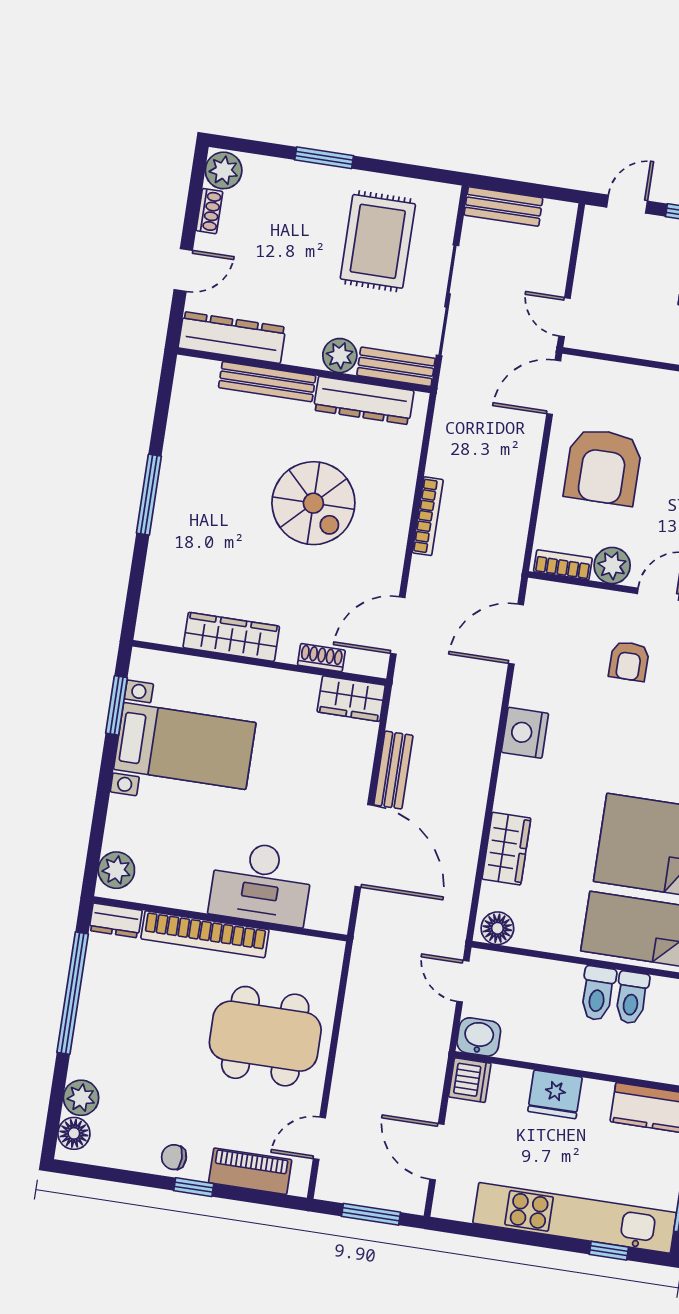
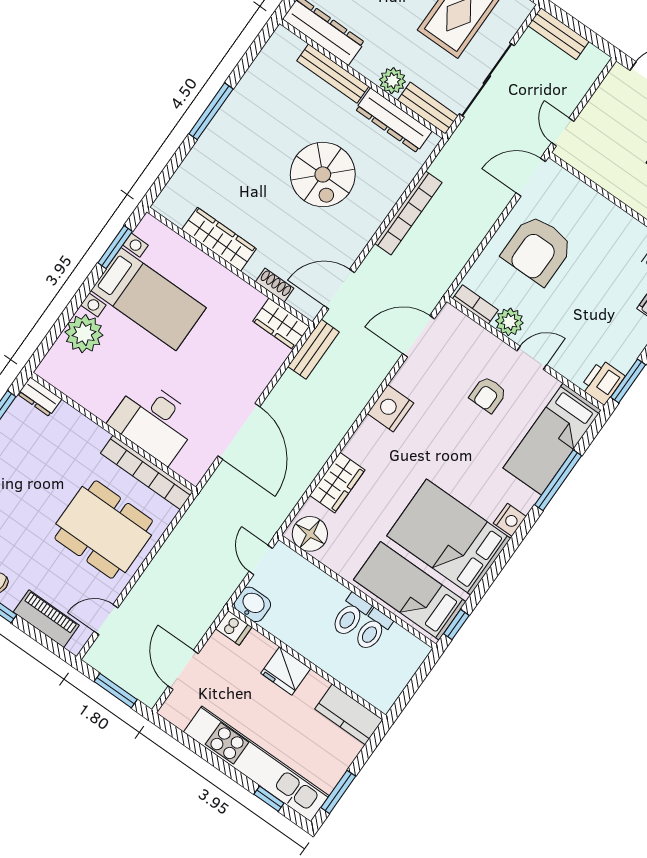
bookcase: (428, 516) -> (408, 213), width x1.48, depth x1.31
bench: (393, 770) -> (313, 349), moved
plant: (116, 870) -> (84, 334), moved, width x1.36, depth x1.36
floor lamp: (497, 928) -> (310, 534), width x1.38, depth x1.38
bookcase: (205, 934) -> (147, 473), moved
dishwasher: (470, 1080) -> (234, 628), width x0.73

